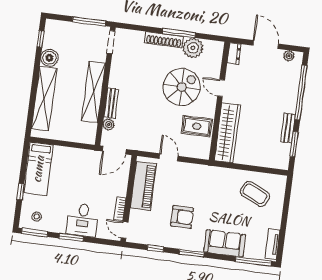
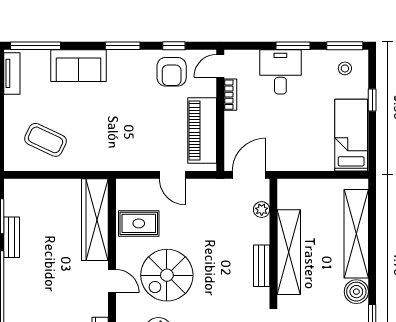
bench: (111, 103) -> (262, 266), moved
armchair: (182, 217) -> (172, 72), moved, turned -90
door: (125, 230) -> (220, 66), swing flipped

